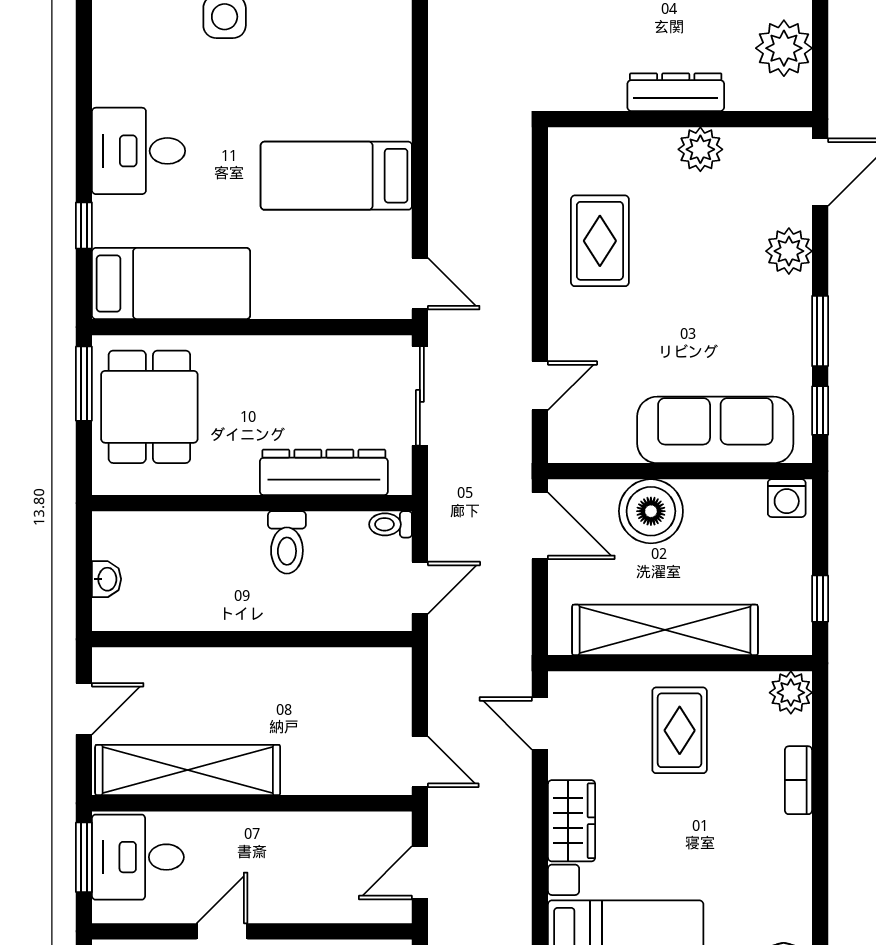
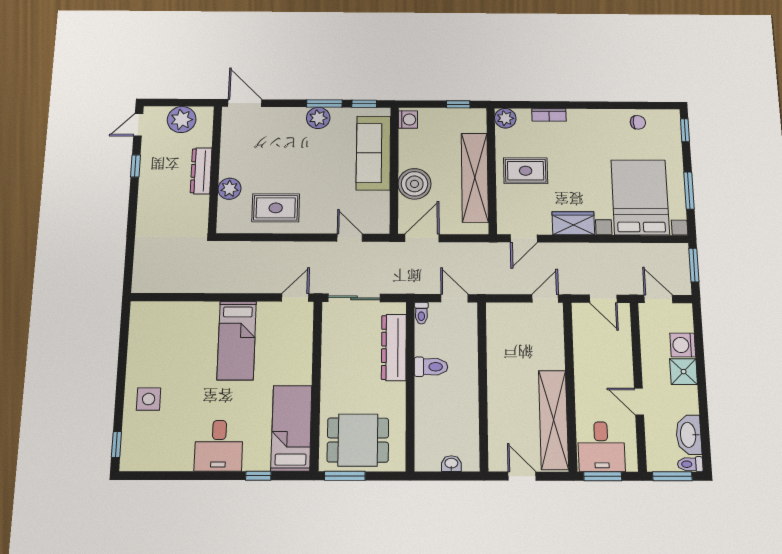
plant: (700, 149) -> (229, 189), moved
plant: (789, 251) -> (318, 118), moved

